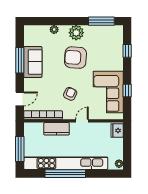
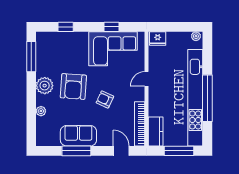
armchair: (70, 94) -> (105, 99), moved
door: (82, 121) -> (146, 79), hinge flipped
kitchen counter: (57, 129) -> (156, 132), moved

